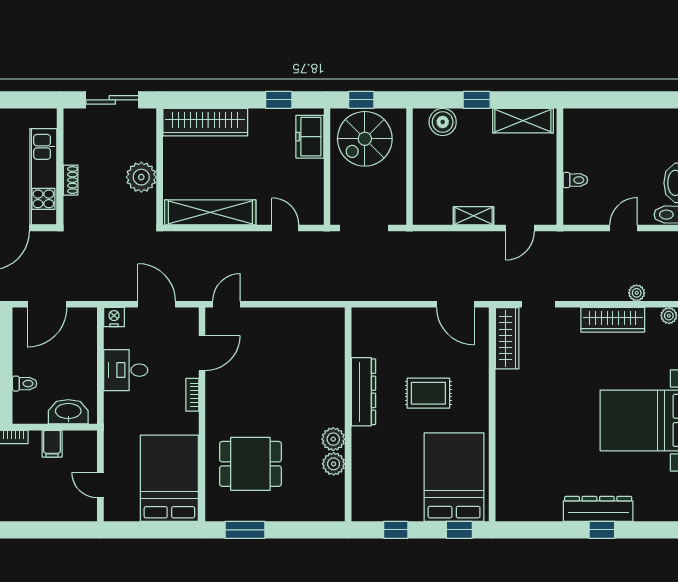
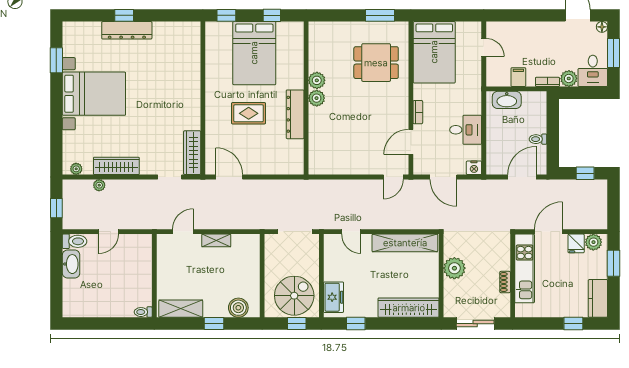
shoe rack: (71, 180) -> (505, 282), moved
toilet: (575, 180) -> (143, 312), moved
toilet: (25, 384) -> (538, 139), moved
plant: (334, 464) -> (317, 98), moved
bed: (454, 477) -> (254, 53), moved

